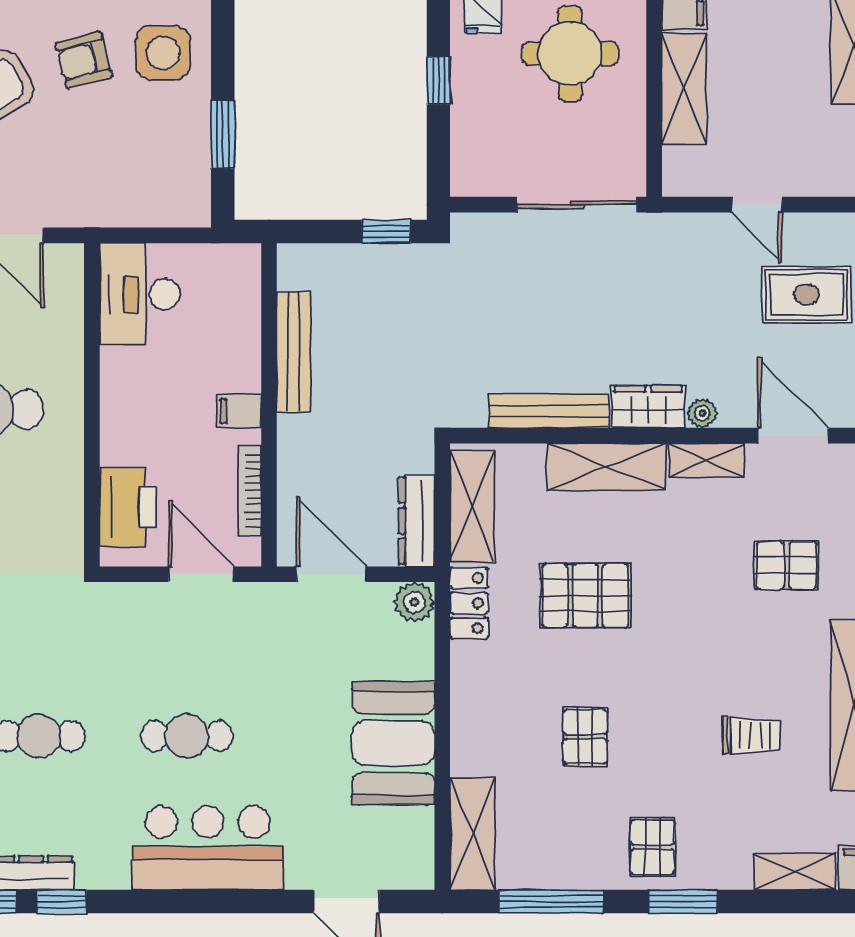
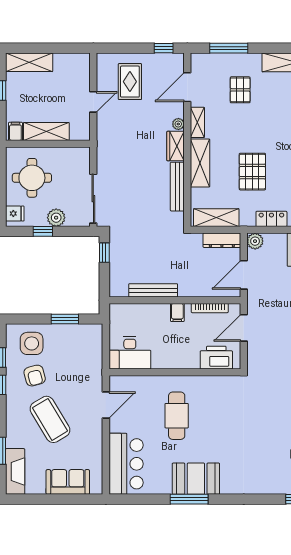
plant: (472, 113) -> (56, 218), added
sliding door: (577, 205) -> (93, 199), moved
locker: (469, 603) -> (271, 219), moved

